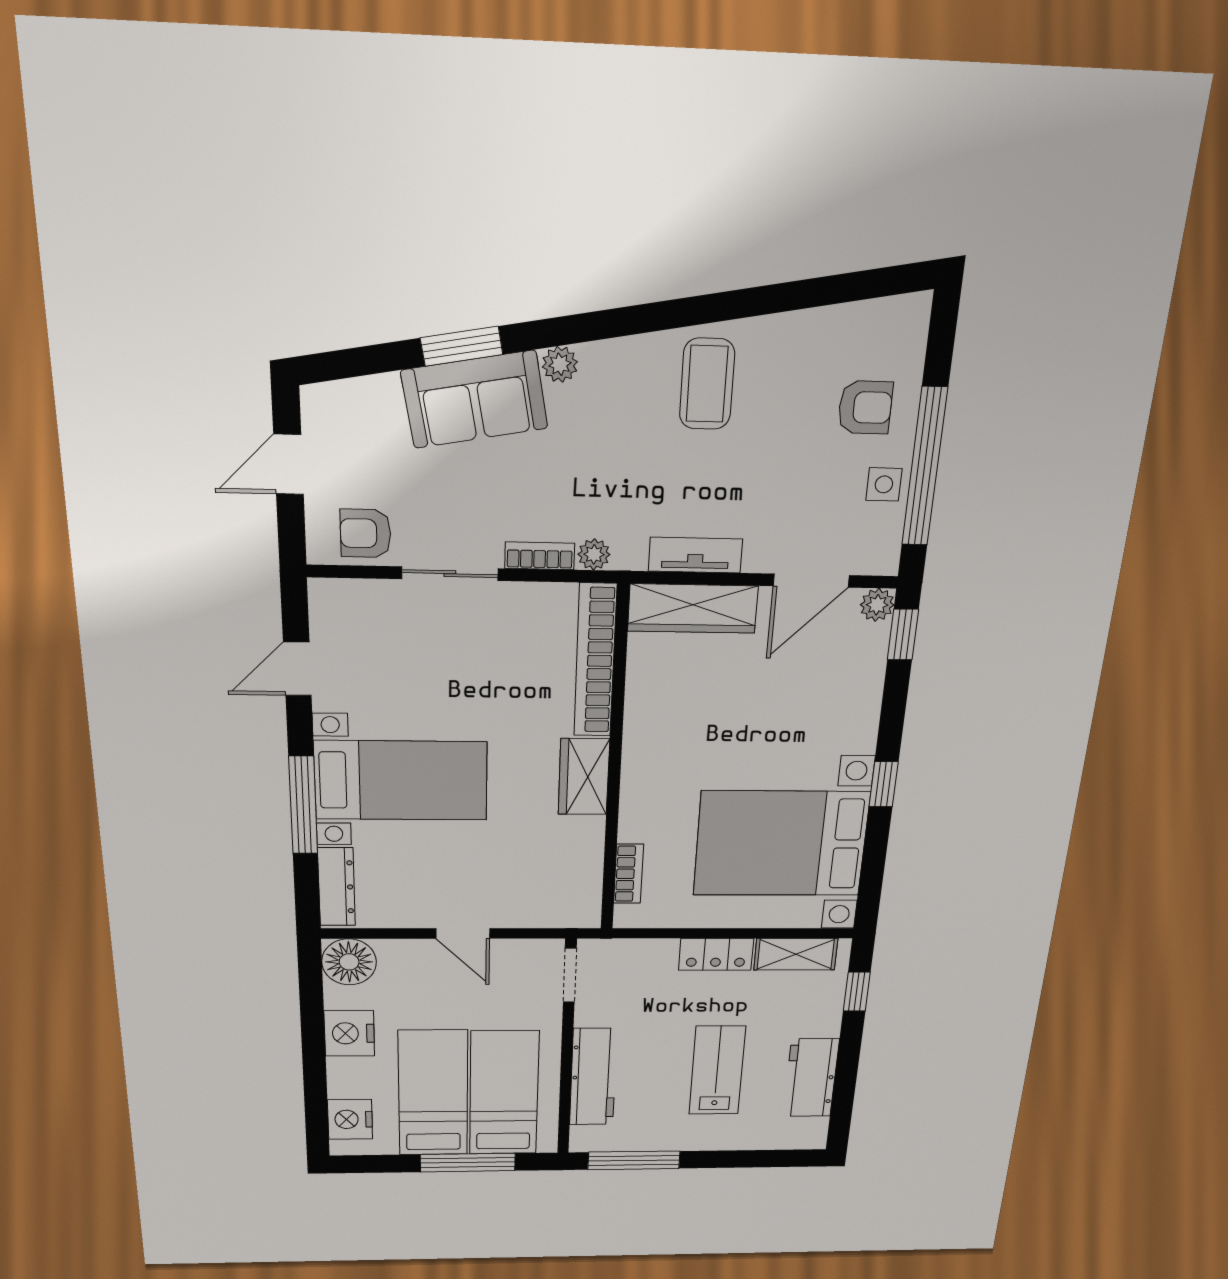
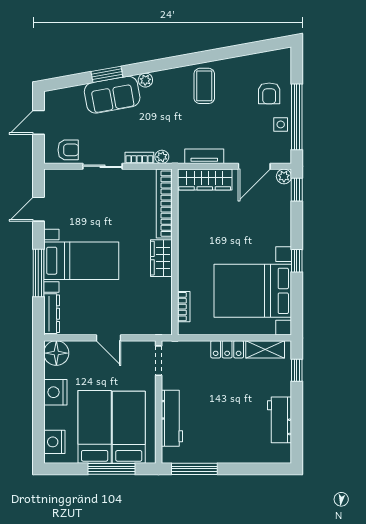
armchair: (865, 407) -> (269, 93), turned 90
armchair: (365, 533) -> (68, 150), turned 180
lab bench: (717, 1070) -> (232, 415), removed

